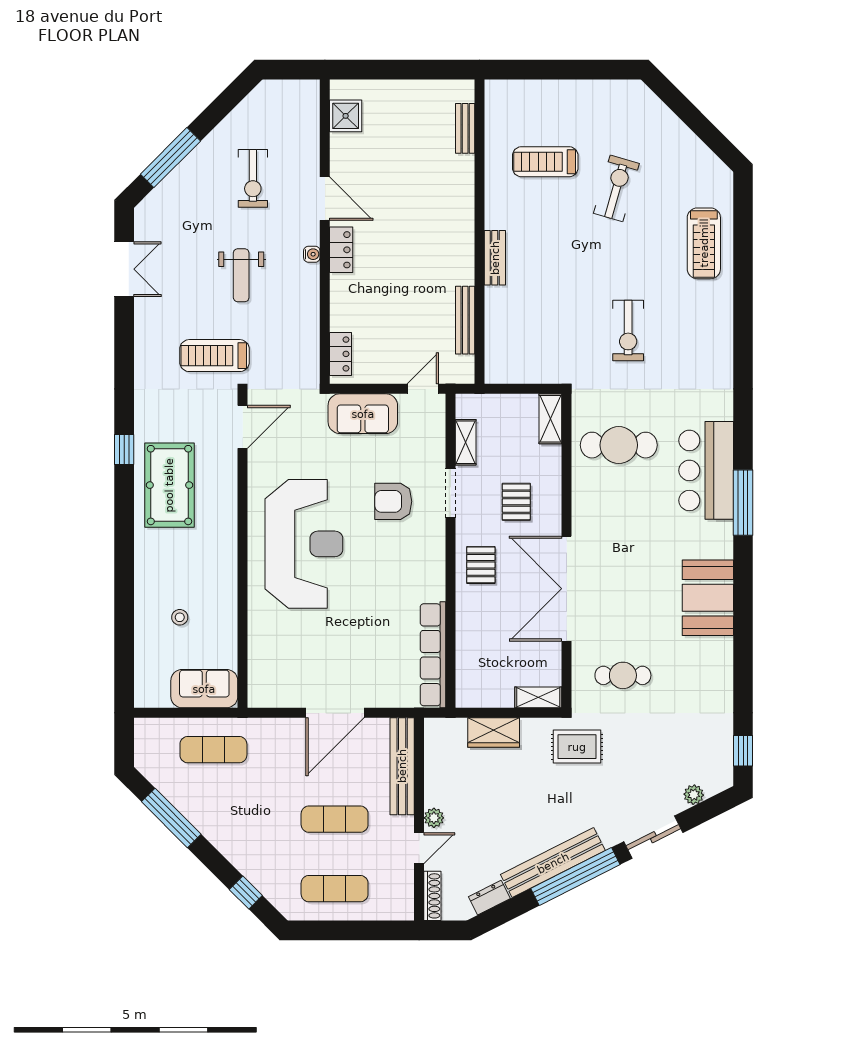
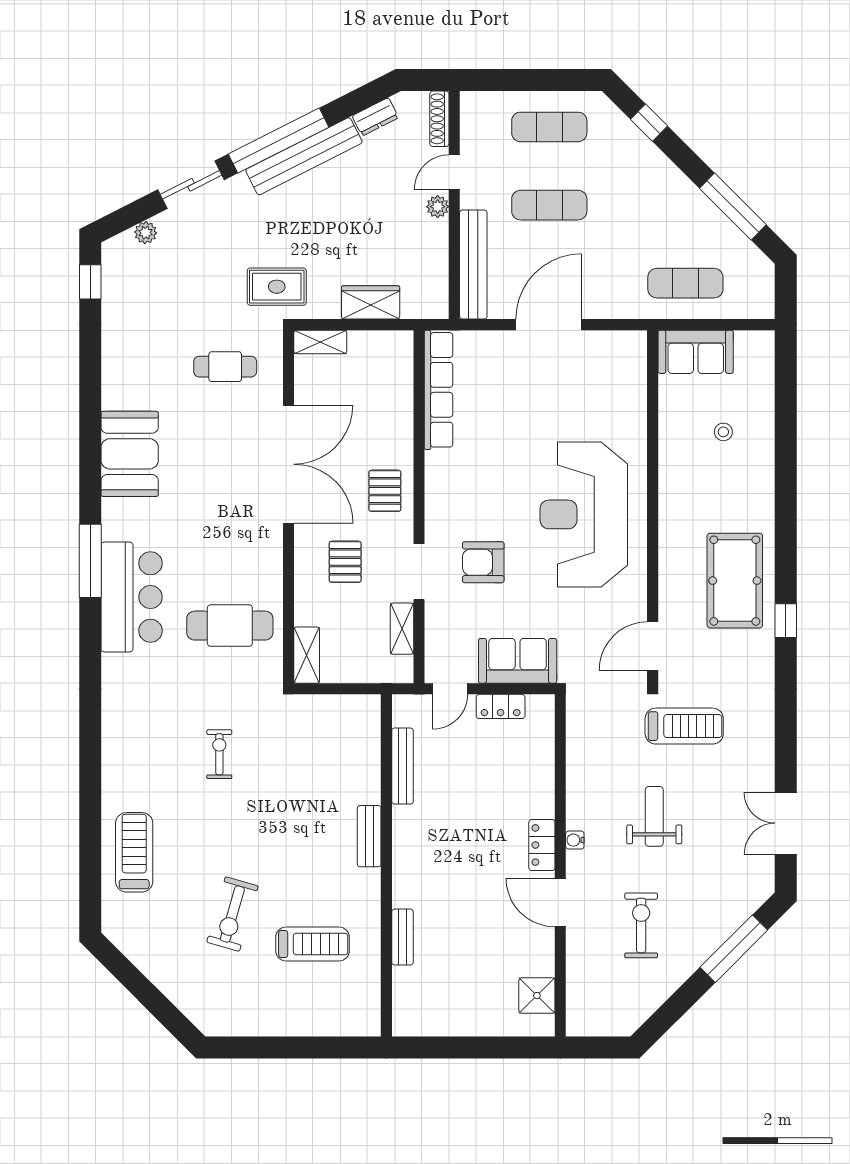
bench: (465, 128) -> (403, 937), moved
exercise bike: (628, 331) -> (219, 754), width x0.73, depth x0.72
locker: (341, 354) -> (501, 706), moved, turned -90
armchair: (393, 501) -> (483, 562), turned 180

